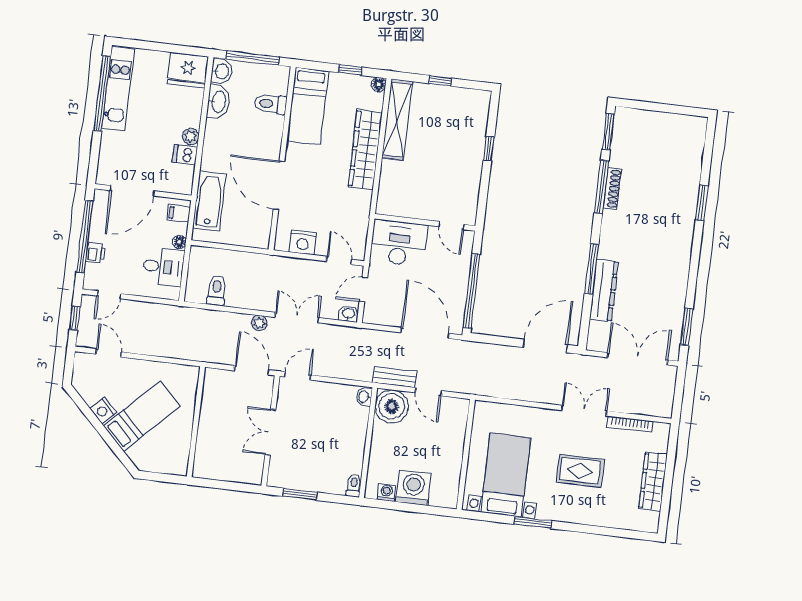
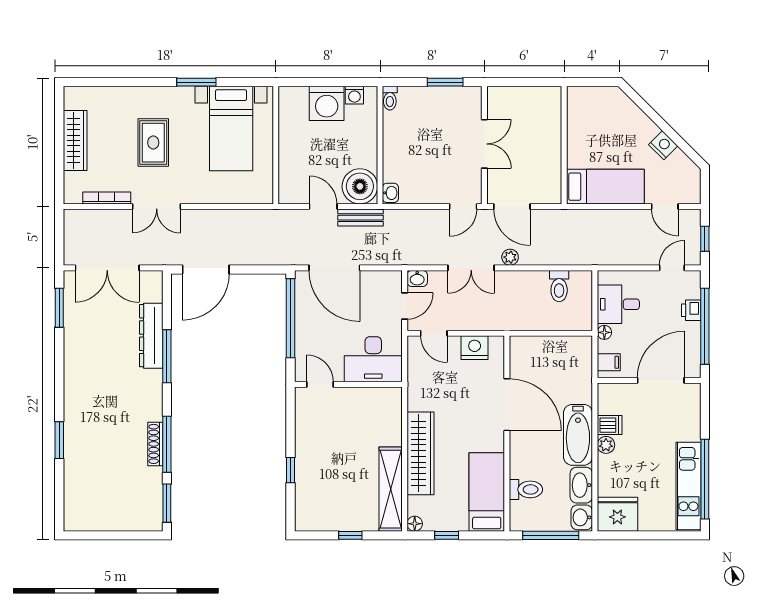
bathtub: (209, 201) -> (578, 435), moved
bed: (142, 416) -> (605, 187), moved, turned -135
rug: (580, 471) -> (153, 143), turned 90

